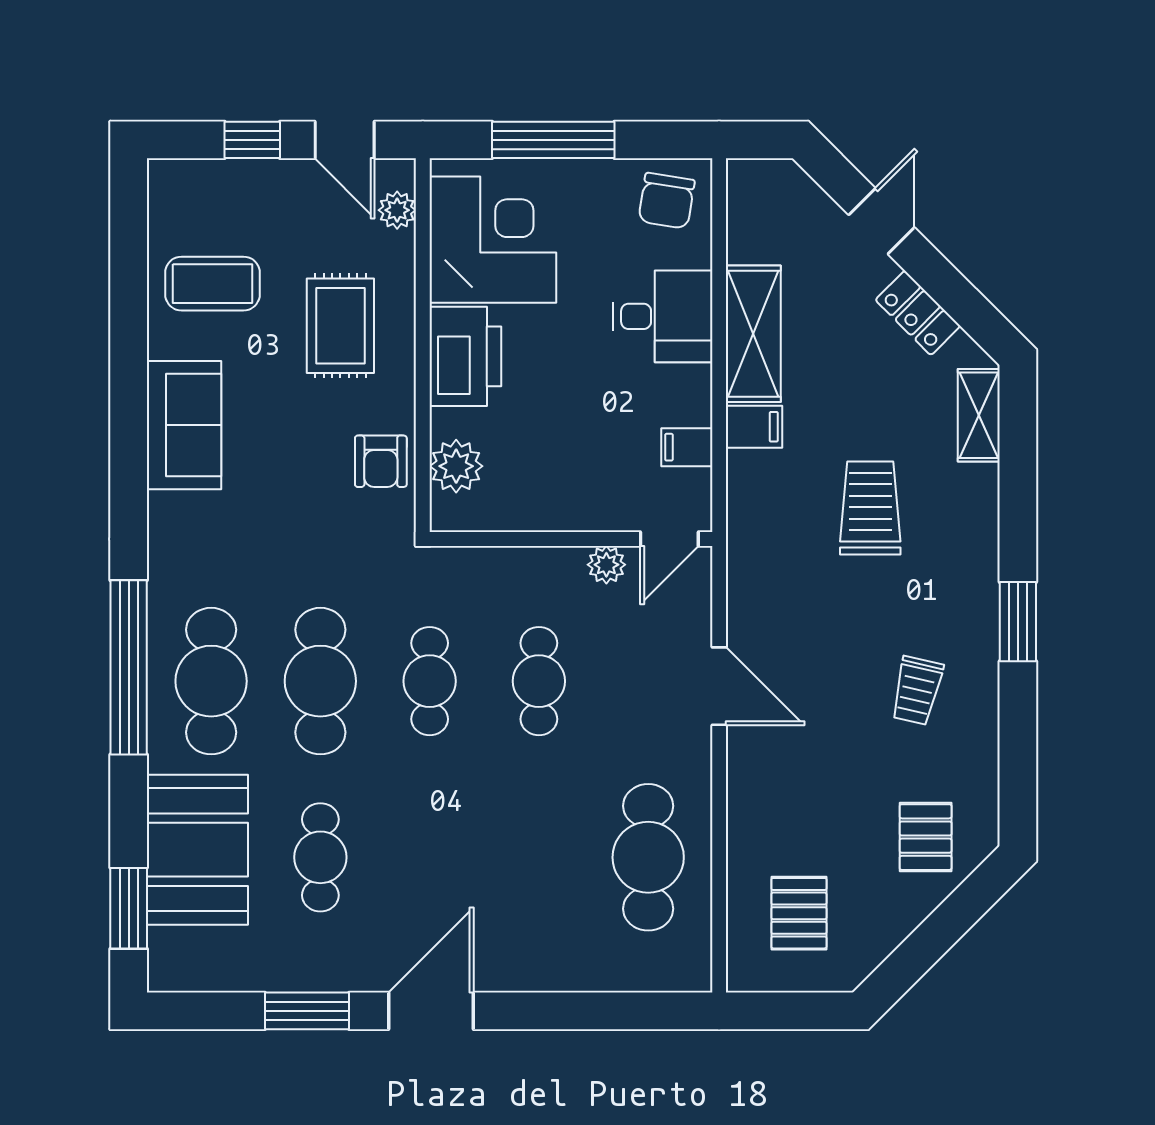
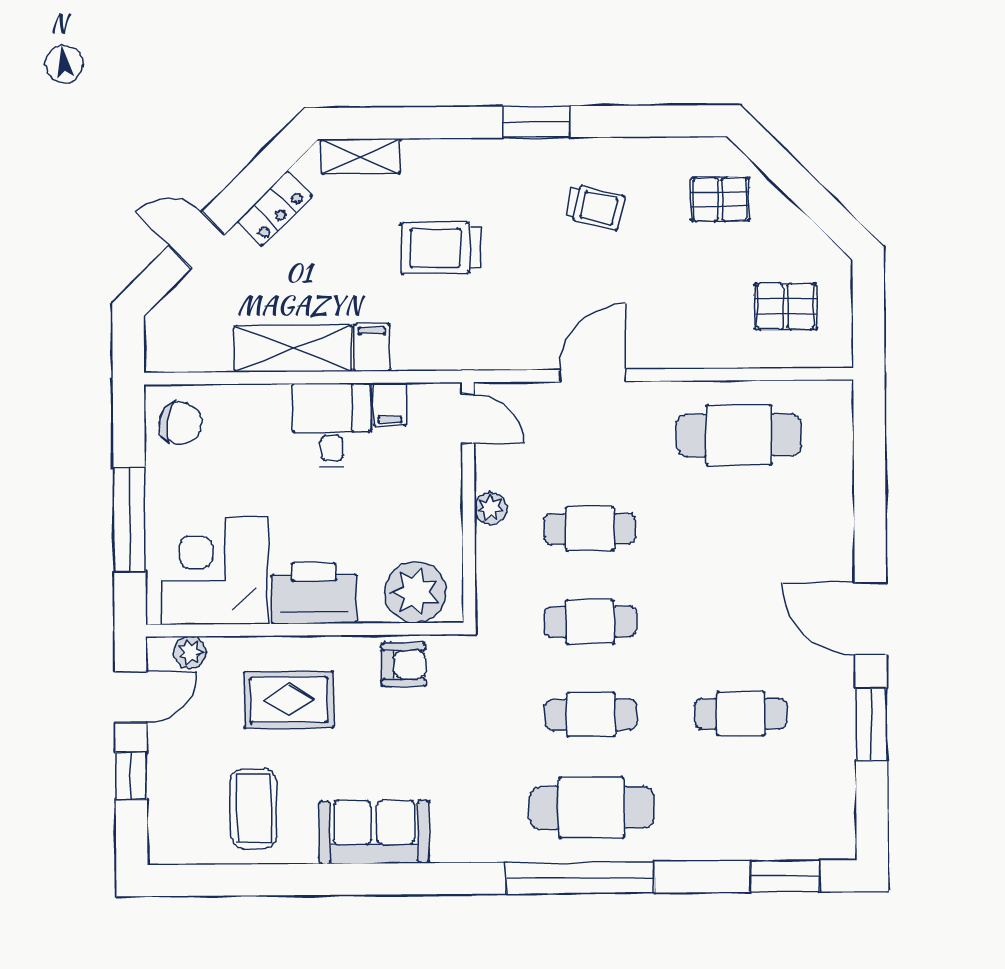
desk: (663, 316) -> (332, 425), moved
plant: (456, 466) -> (416, 592), width x1.36, depth x1.36
plant: (606, 565) -> (491, 508), moved
cafe table: (320, 681) -> (591, 715), width x0.73, depth x0.74
booth: (197, 850) -> (735, 818), removed

